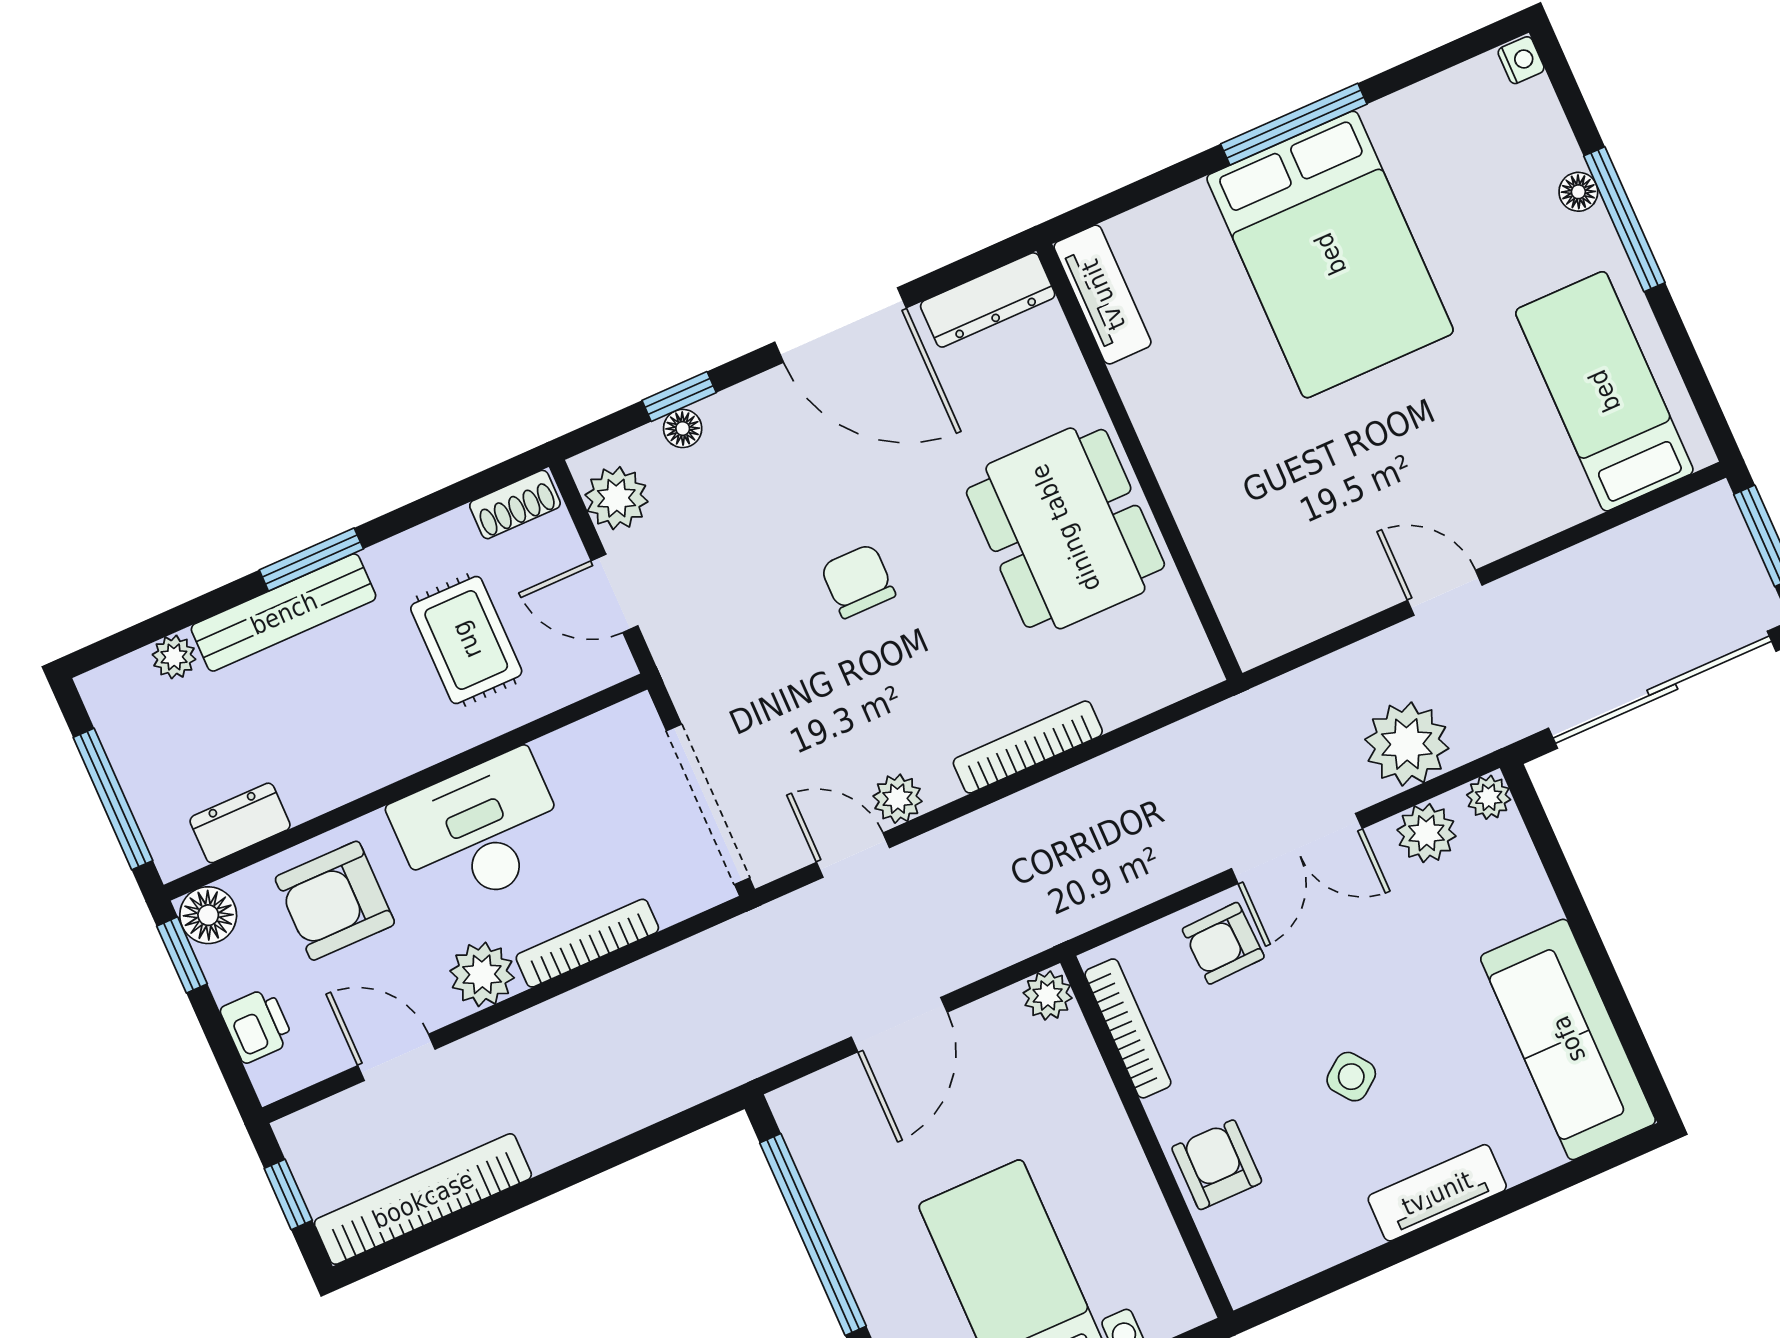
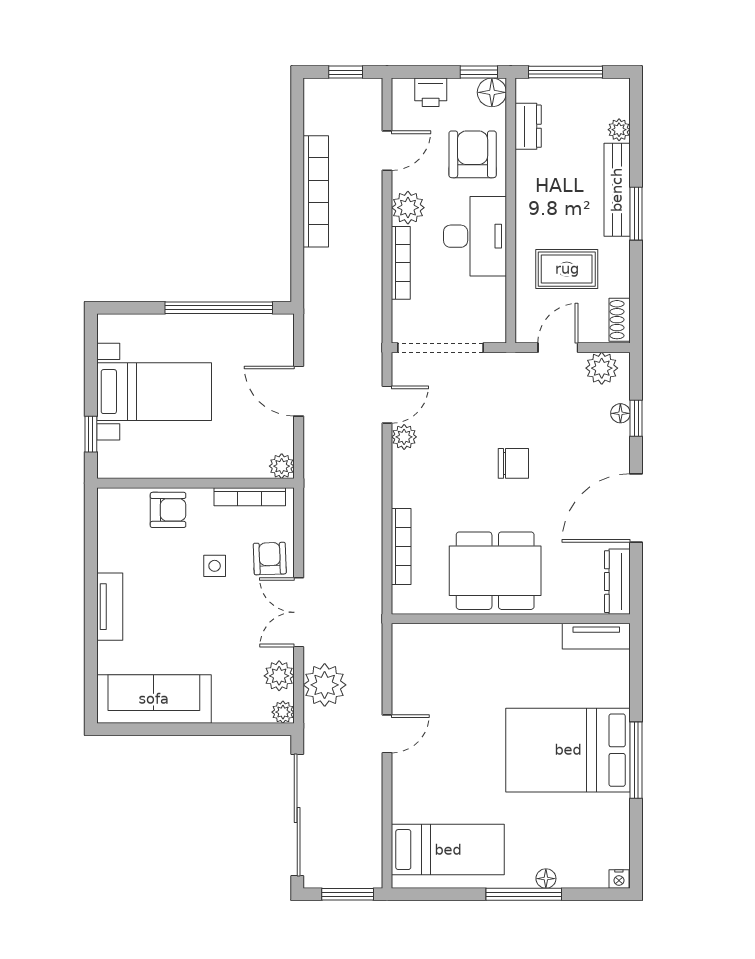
bookcase: (1028, 747) -> (401, 547), moved
side table: (1351, 1077) -> (215, 566), moved, turned 37
bookcase: (423, 1199) -> (316, 191), moved

